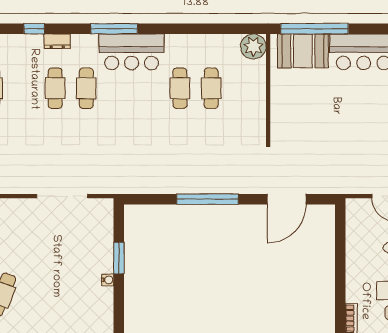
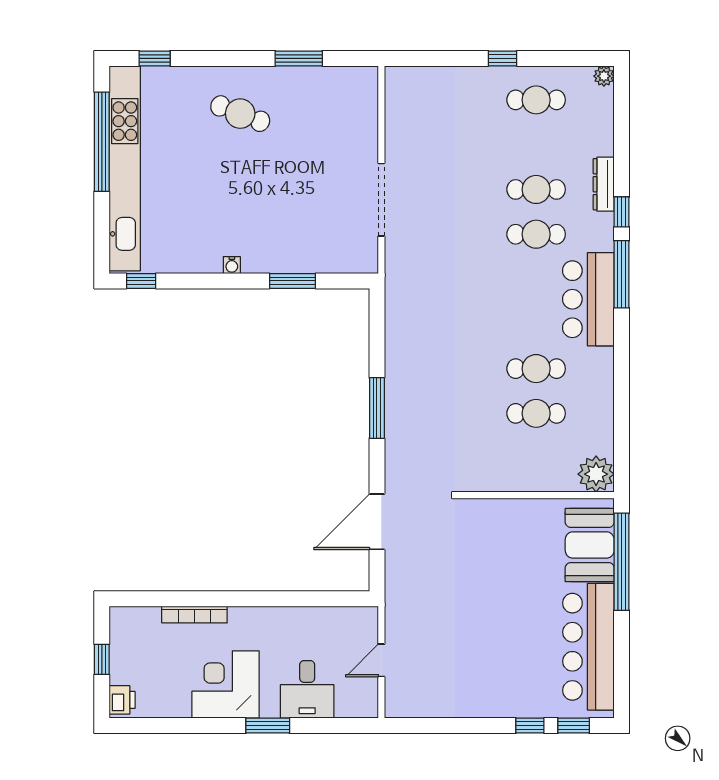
window: (34, 29) -> (622, 212), moved
dresser: (57, 41) -> (604, 184), width x1.44
window: (207, 199) -> (377, 408), width x0.68
door: (287, 199) -> (377, 522), hinge flipped
water cooler: (108, 280) -> (232, 265), moved

